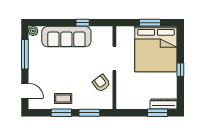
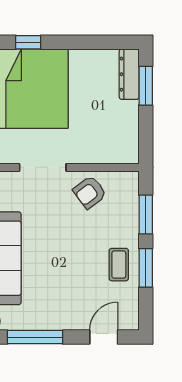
window: (180, 70) -> (28, 42), moved

